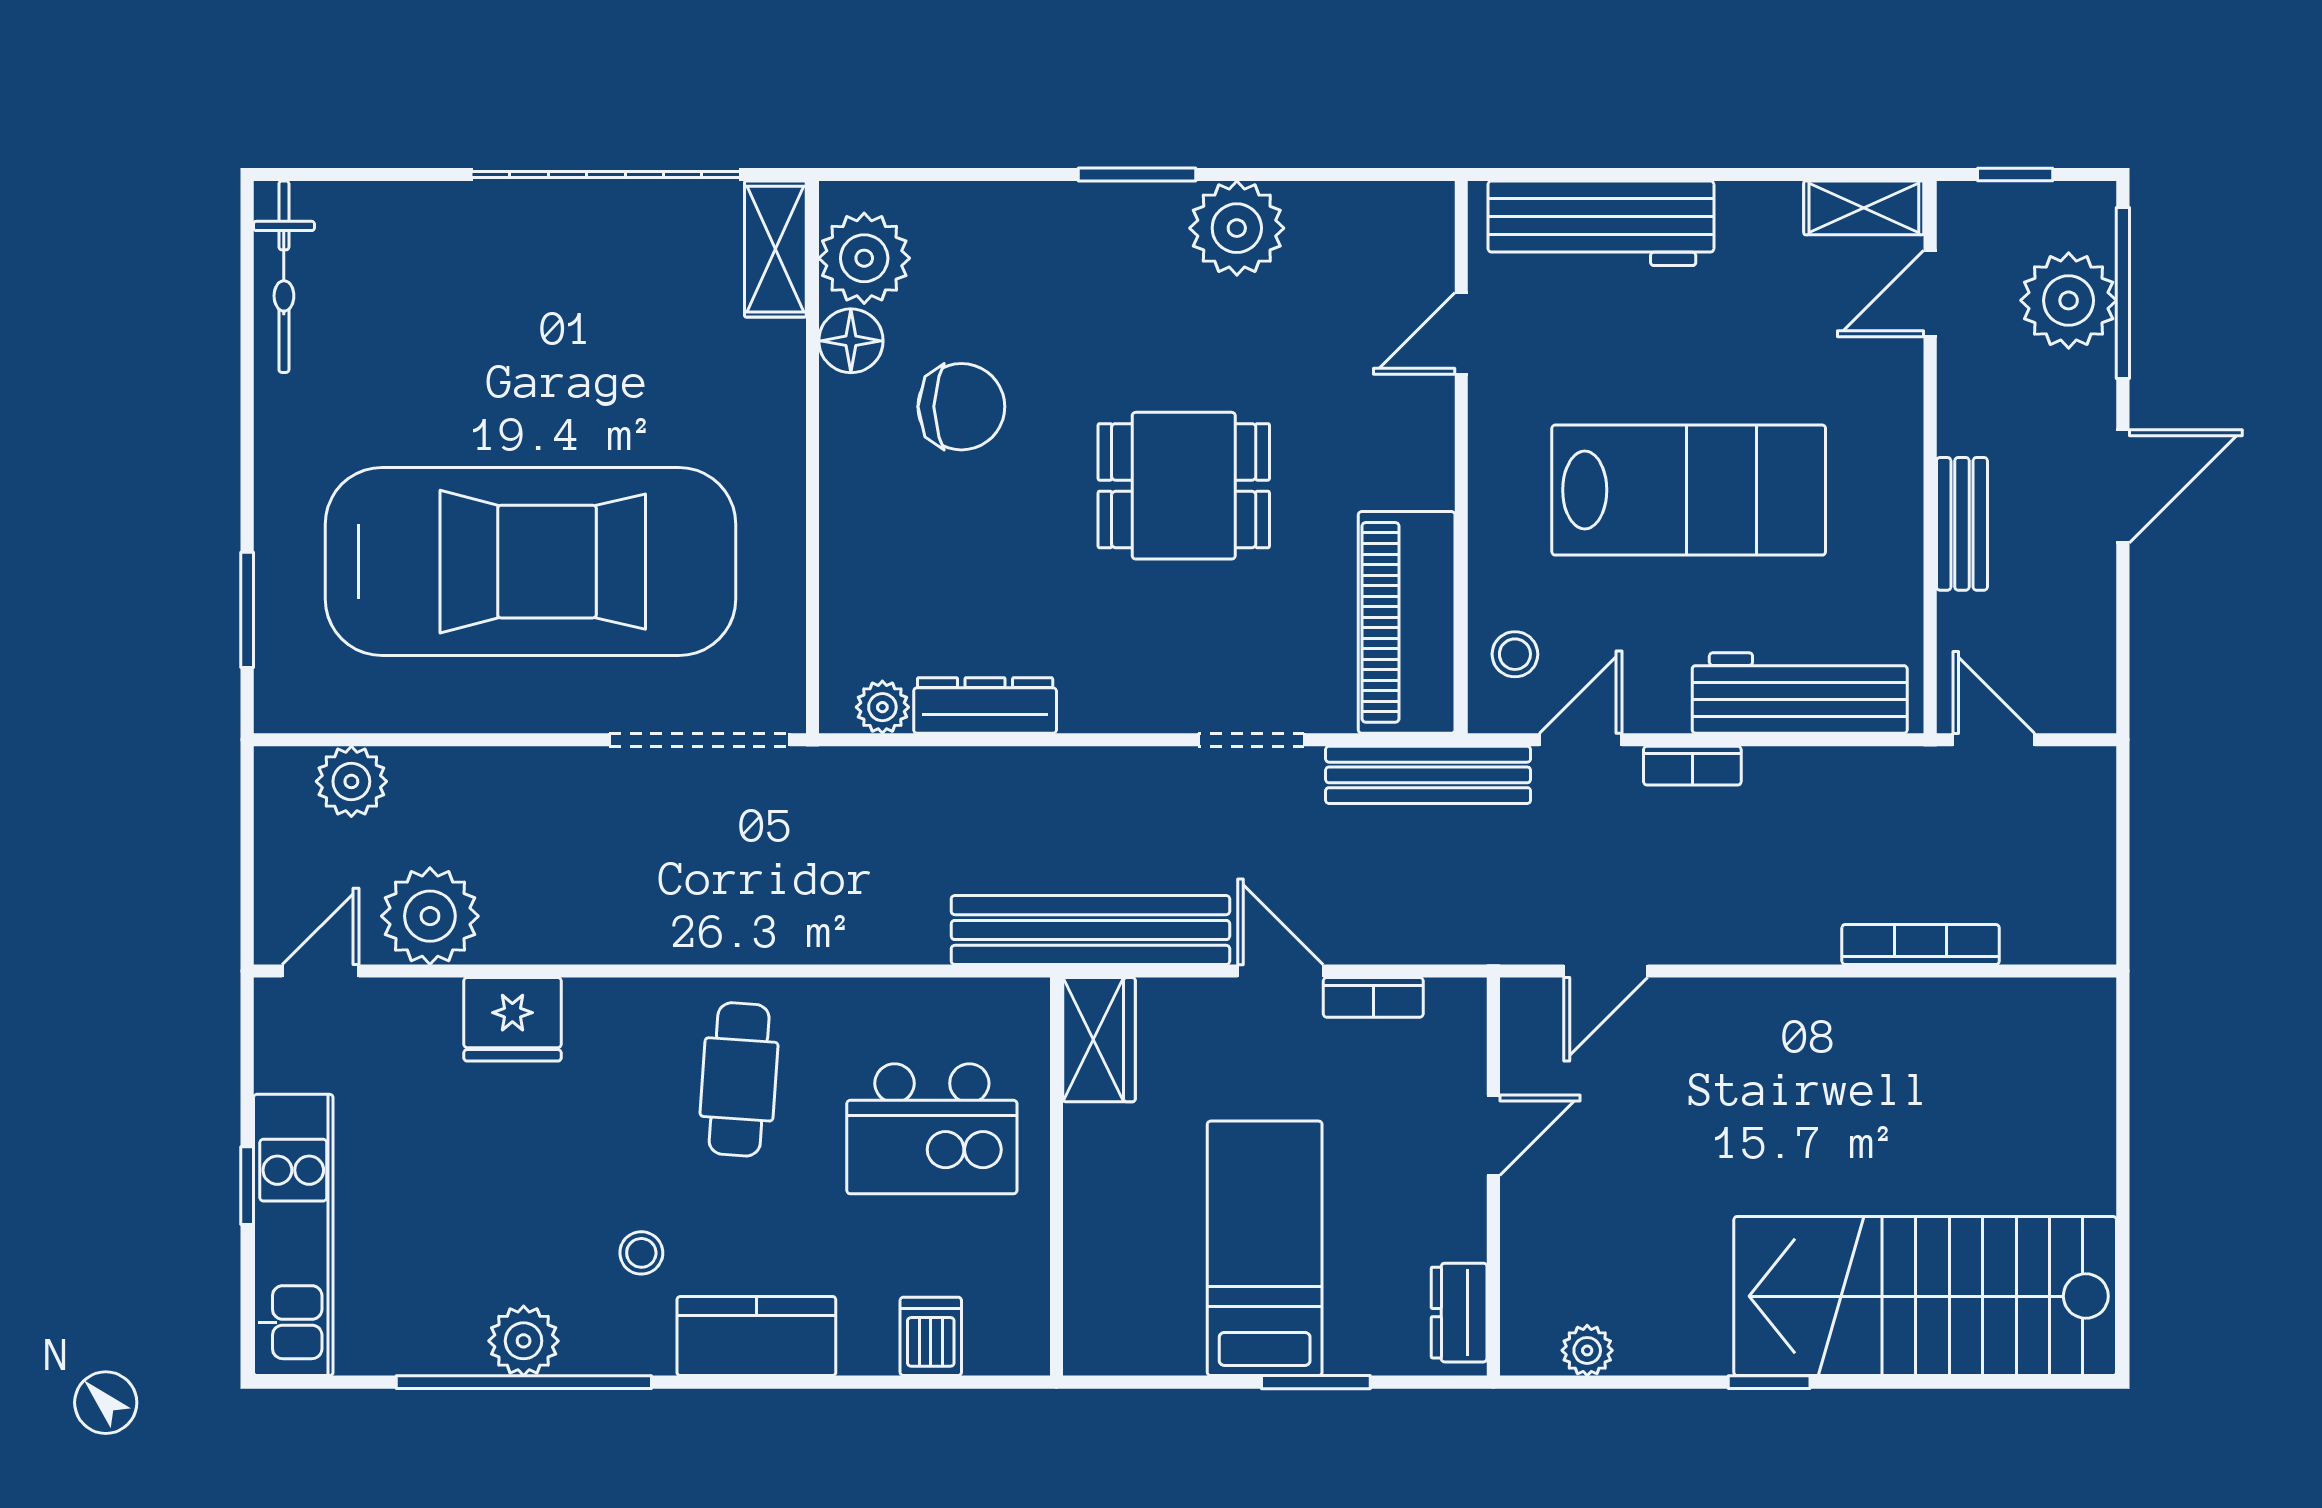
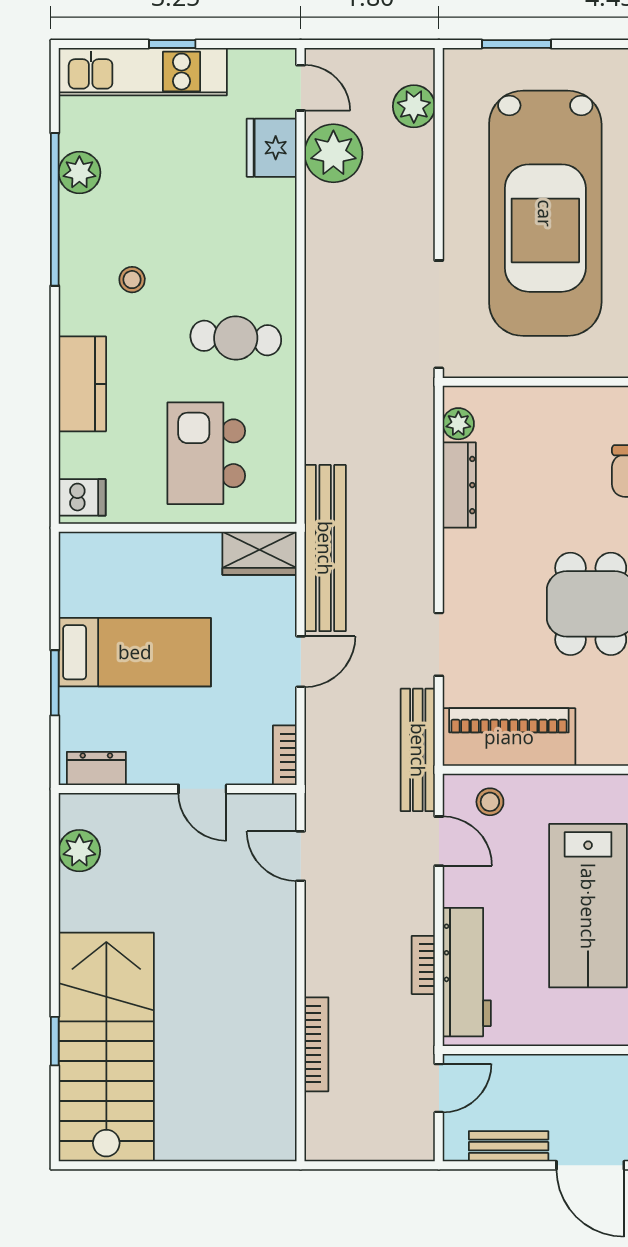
bench: (1962, 524) -> (509, 1146), moved
bookcase: (1692, 766) -> (423, 965), moved
bookcase: (1373, 997) -> (285, 755), moved
fridge: (512, 1019) -> (272, 148), moved
kitchen counter: (756, 1336) -> (82, 384), moved
dishwasher: (931, 1336) -> (82, 497), moved
plant: (524, 1341) -> (79, 172), moved
plant: (1587, 1350) -> (79, 851), width x1.38, depth x1.38
window: (1769, 1382) -> (55, 1041), moved

